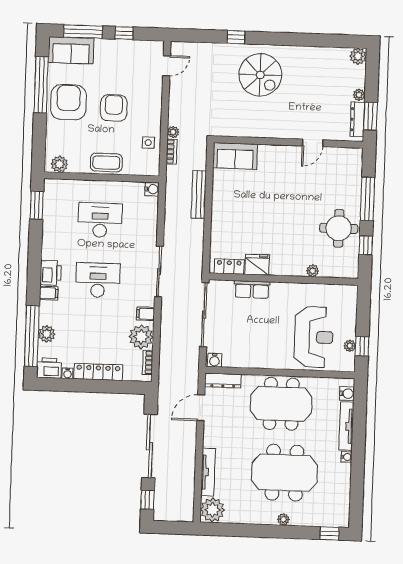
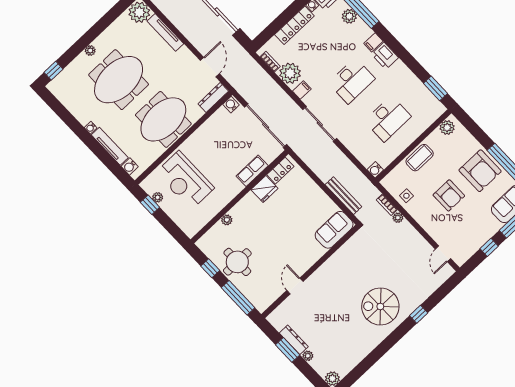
wall: (288, 142) -> (310, 271), moved
door: (313, 143) -> (295, 286), moved
sofa: (235, 156) -> (334, 230), moved

